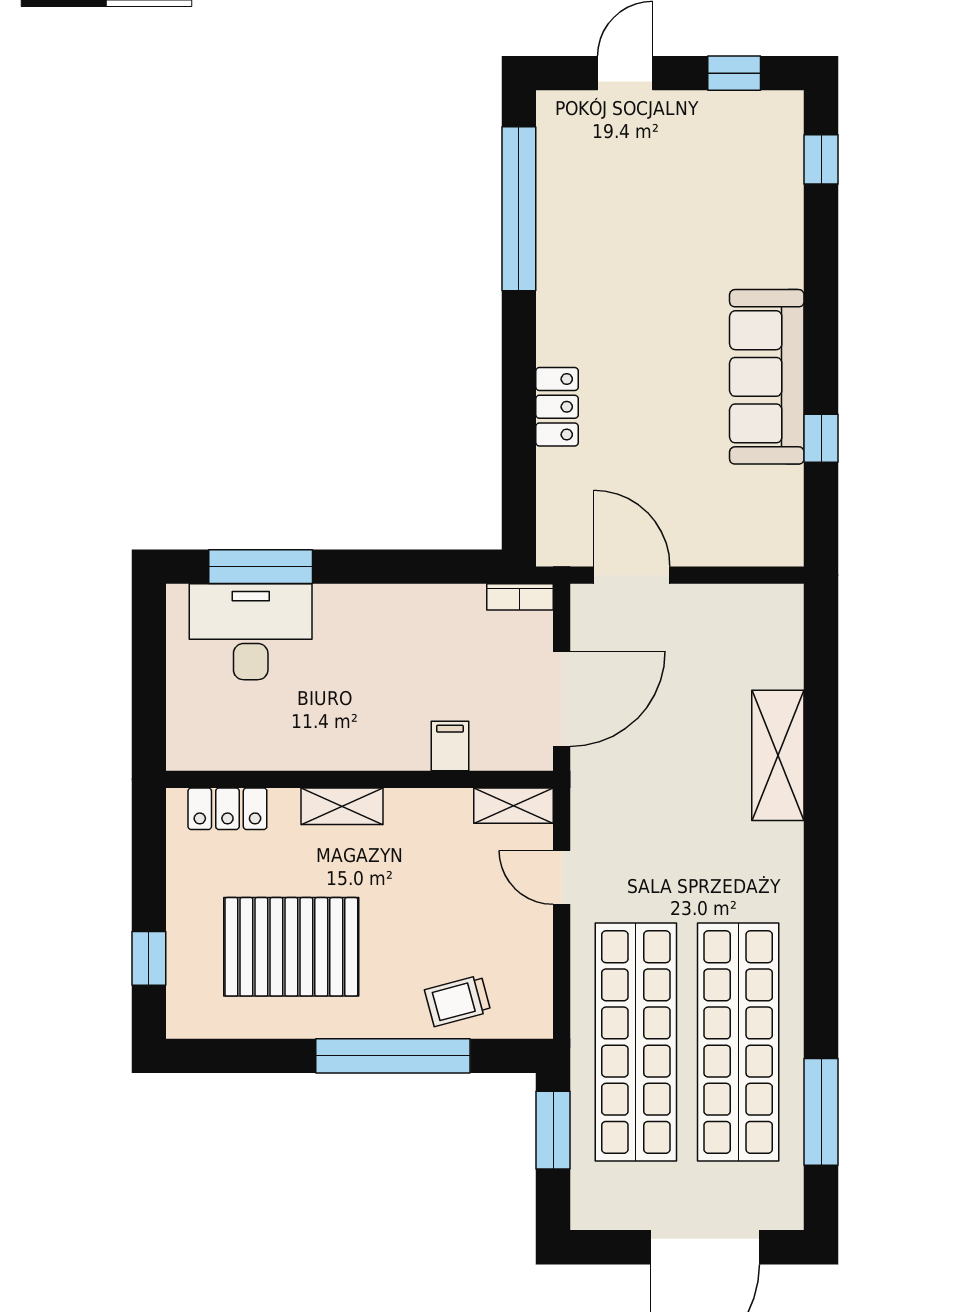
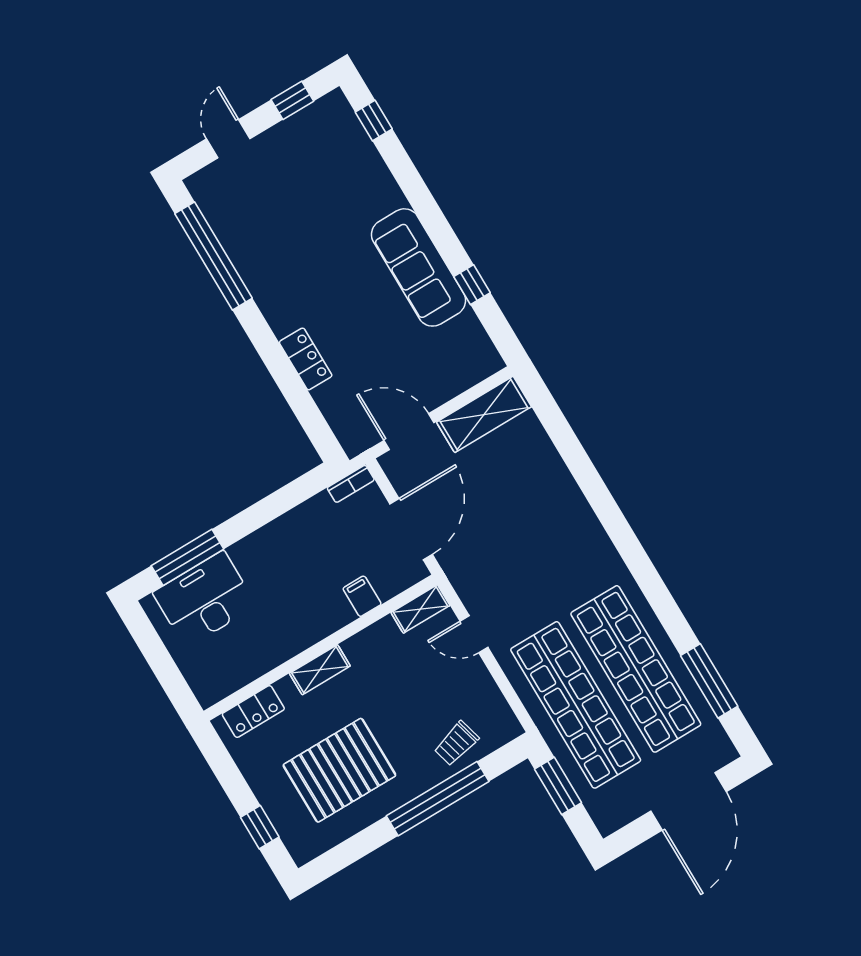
shelving: (778, 755) -> (484, 414), moved, turned 90

